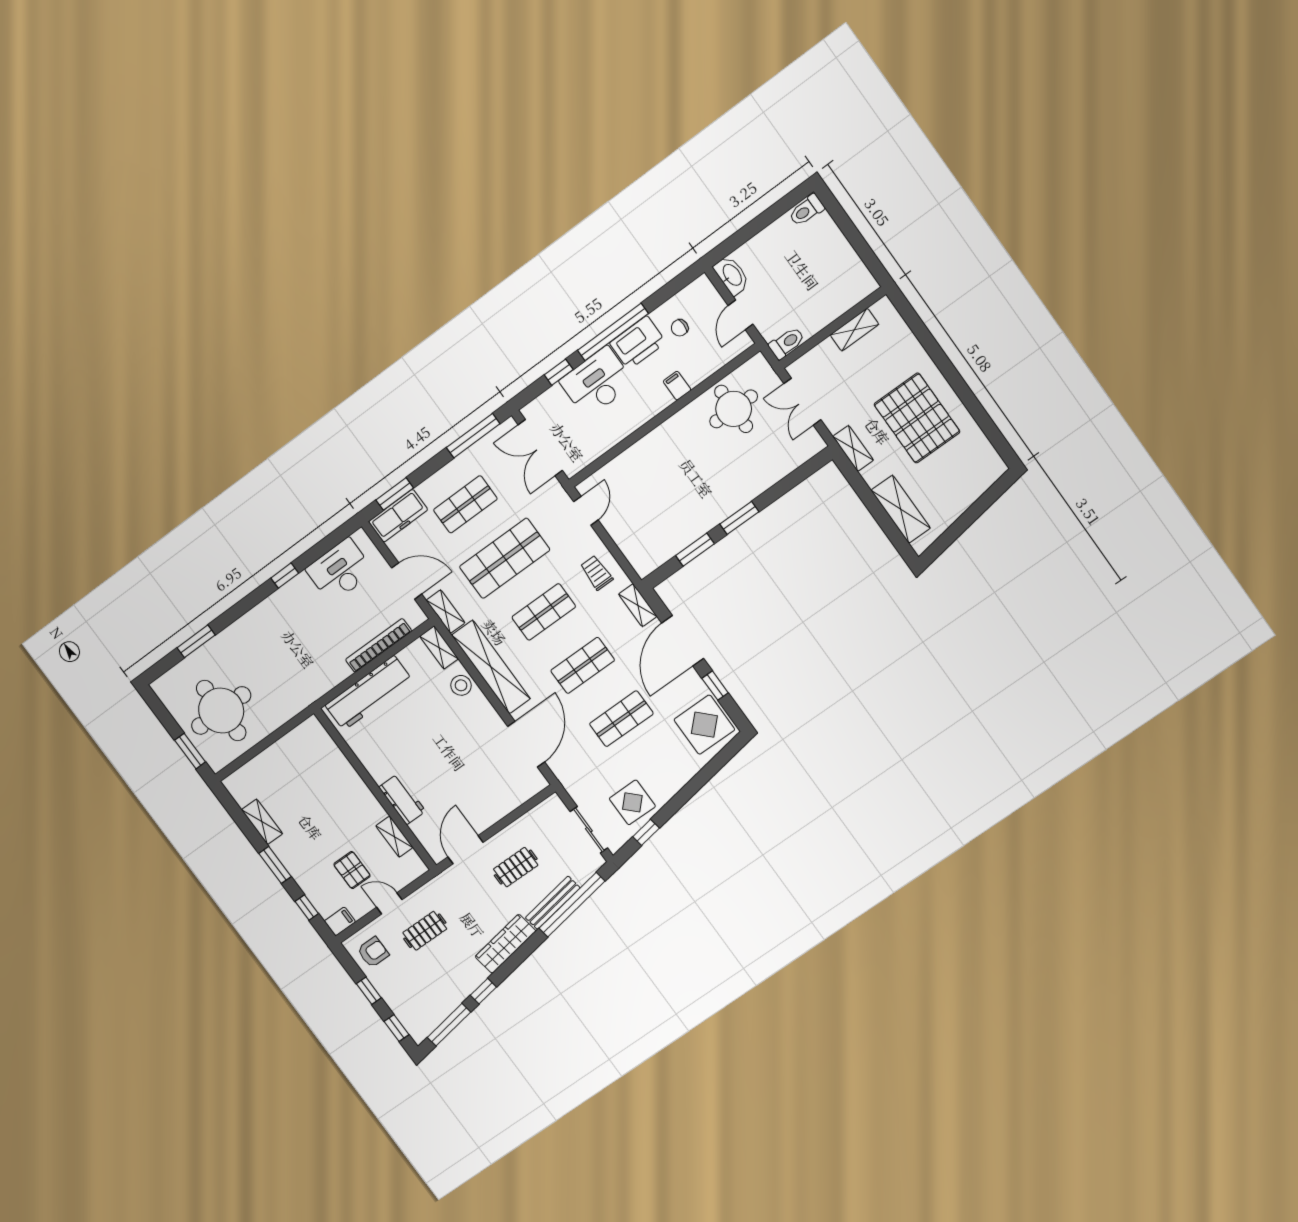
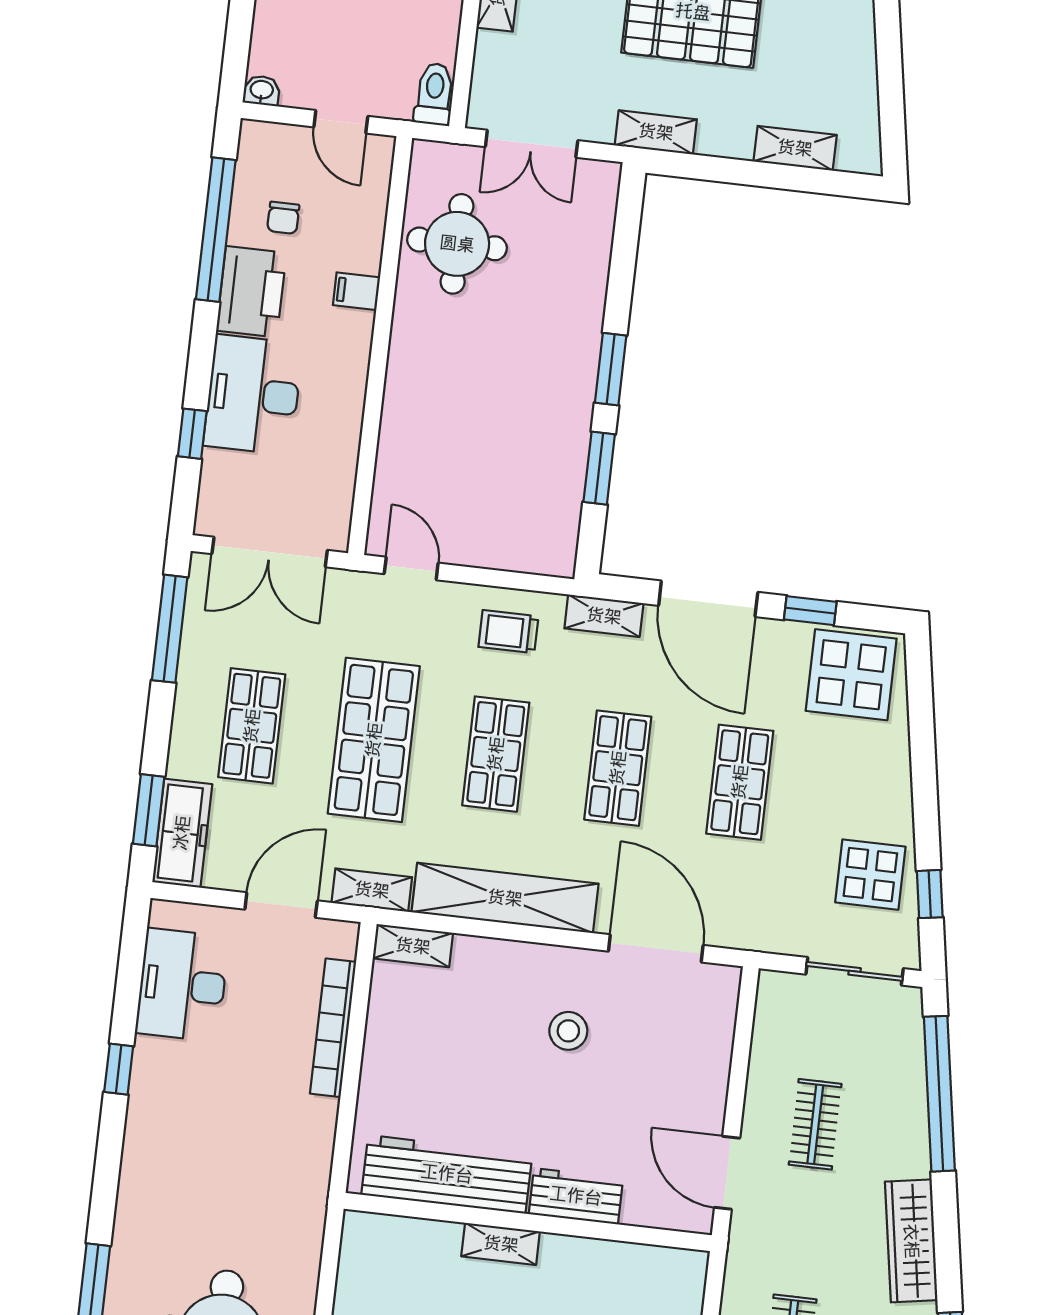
washbasin: (732, 275) -> (262, 90), width x0.52, depth x0.69
window: (613, 332) -> (216, 230), moved
shelving: (901, 509) -> (795, 148), width x0.67, depth x0.75
stool: (461, 685) -> (568, 1031), moved
workbench: (369, 693) -> (447, 1174), moved, turned -90
shelving: (394, 837) -> (501, 1244), moved
bench: (553, 903) -> (912, 1119), removed

